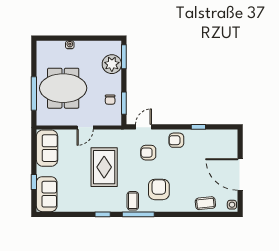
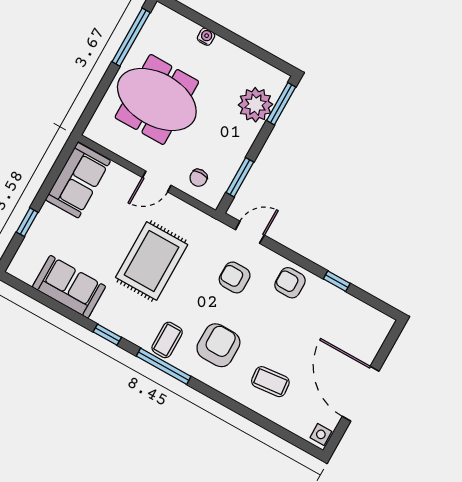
window: (34, 94) -> (131, 37), moved
chair: (110, 100) -> (198, 178), moved
sofa: (47, 194) -> (69, 287), moved, turned -90
coffee table: (205, 203) -> (270, 382), moved

